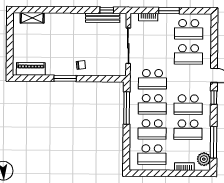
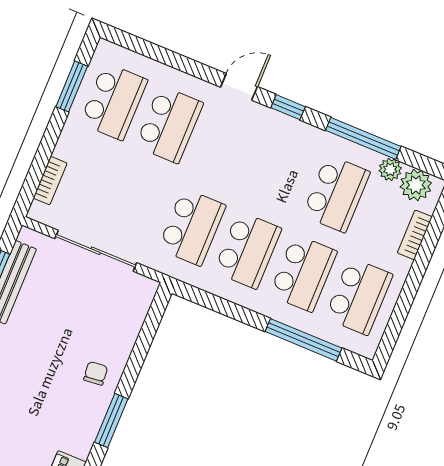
window: (169, 11) -> (72, 86), moved
school desk: (188, 105) -> (280, 171), removed
window: (127, 108) -> (303, 340), moved
window: (214, 142) -> (363, 138), moved
plant: (206, 147) -> (390, 169), added

